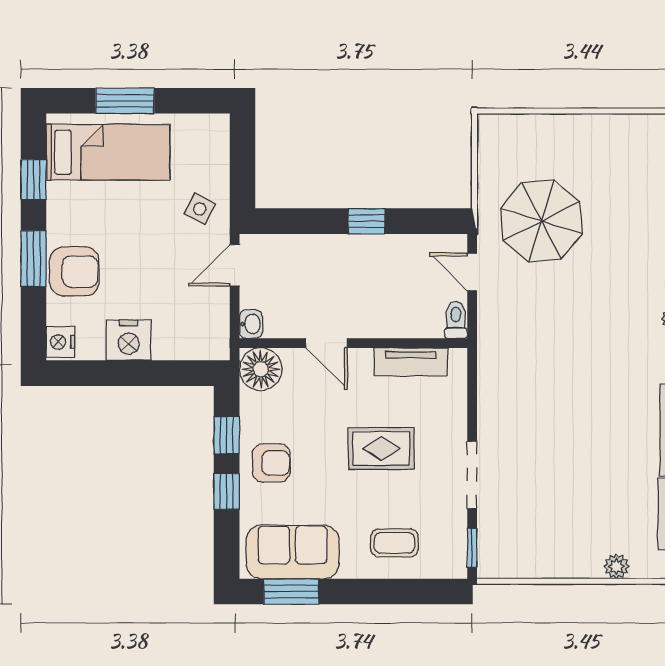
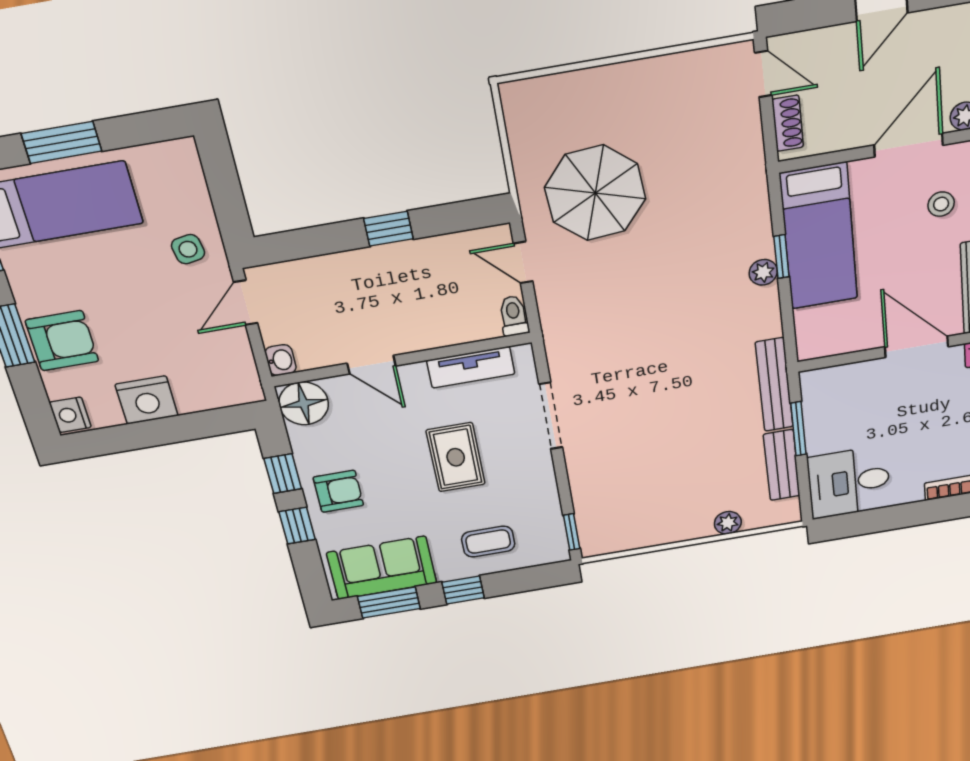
side table: (200, 209) -> (188, 249), turned -37
rug: (381, 448) -> (456, 457), turned 90
doorway: (472, 475) -> (551, 416), moved
window: (362, 592) -> (463, 590), added

